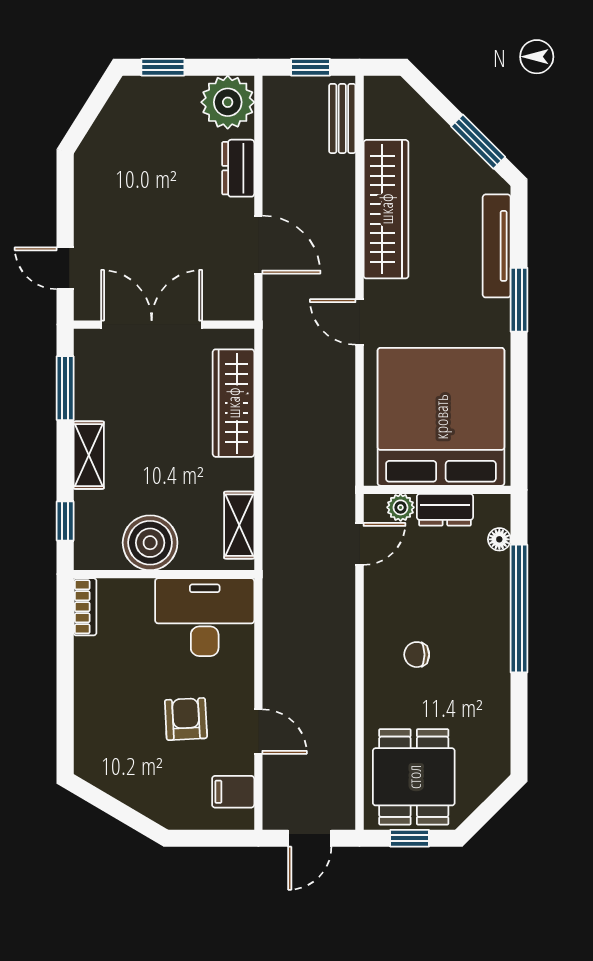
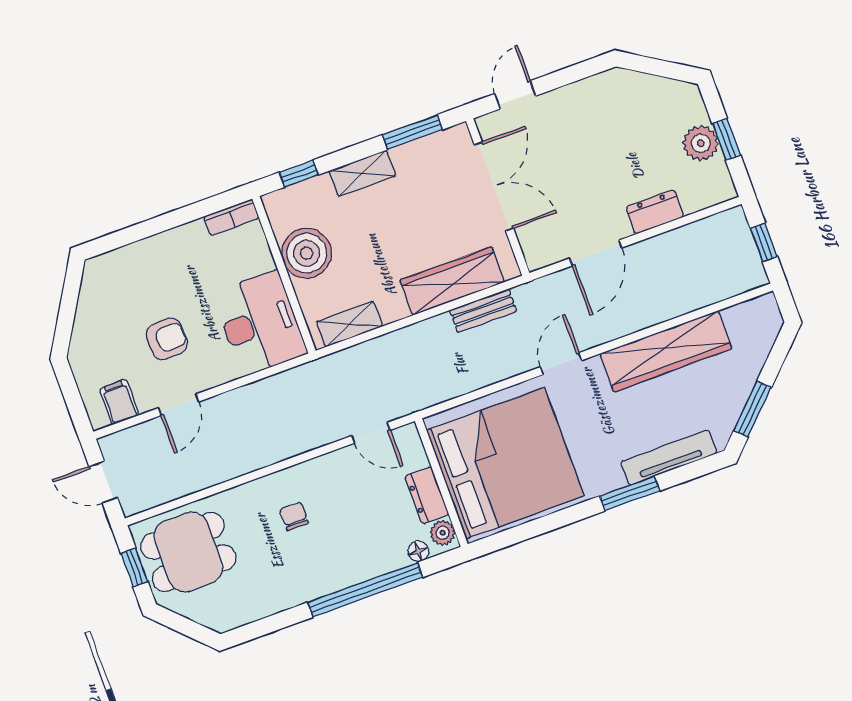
window: (163, 67) -> (726, 139), moved
plant: (228, 102) -> (701, 143), moved, width x0.73, depth x0.73
bench: (342, 118) -> (483, 311), moved
plant: (401, 507) -> (443, 533), moved

